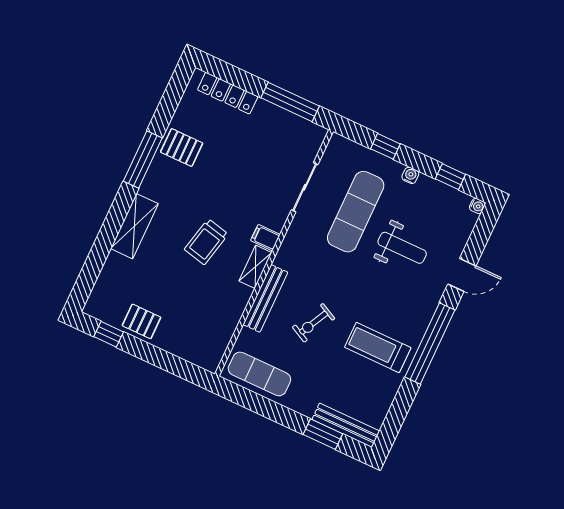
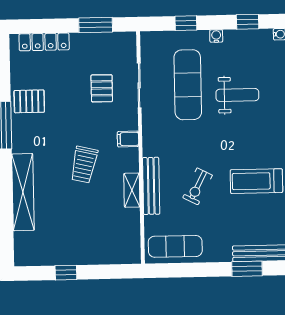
window: (290, 102) -> (96, 25), width x0.69
shelving: (134, 226) -> (23, 192), width x1.47
shelving: (255, 267) -> (132, 190), moved
pallet: (142, 321) -> (102, 88), moved, turned 90
window: (109, 334) -> (66, 273), moved

